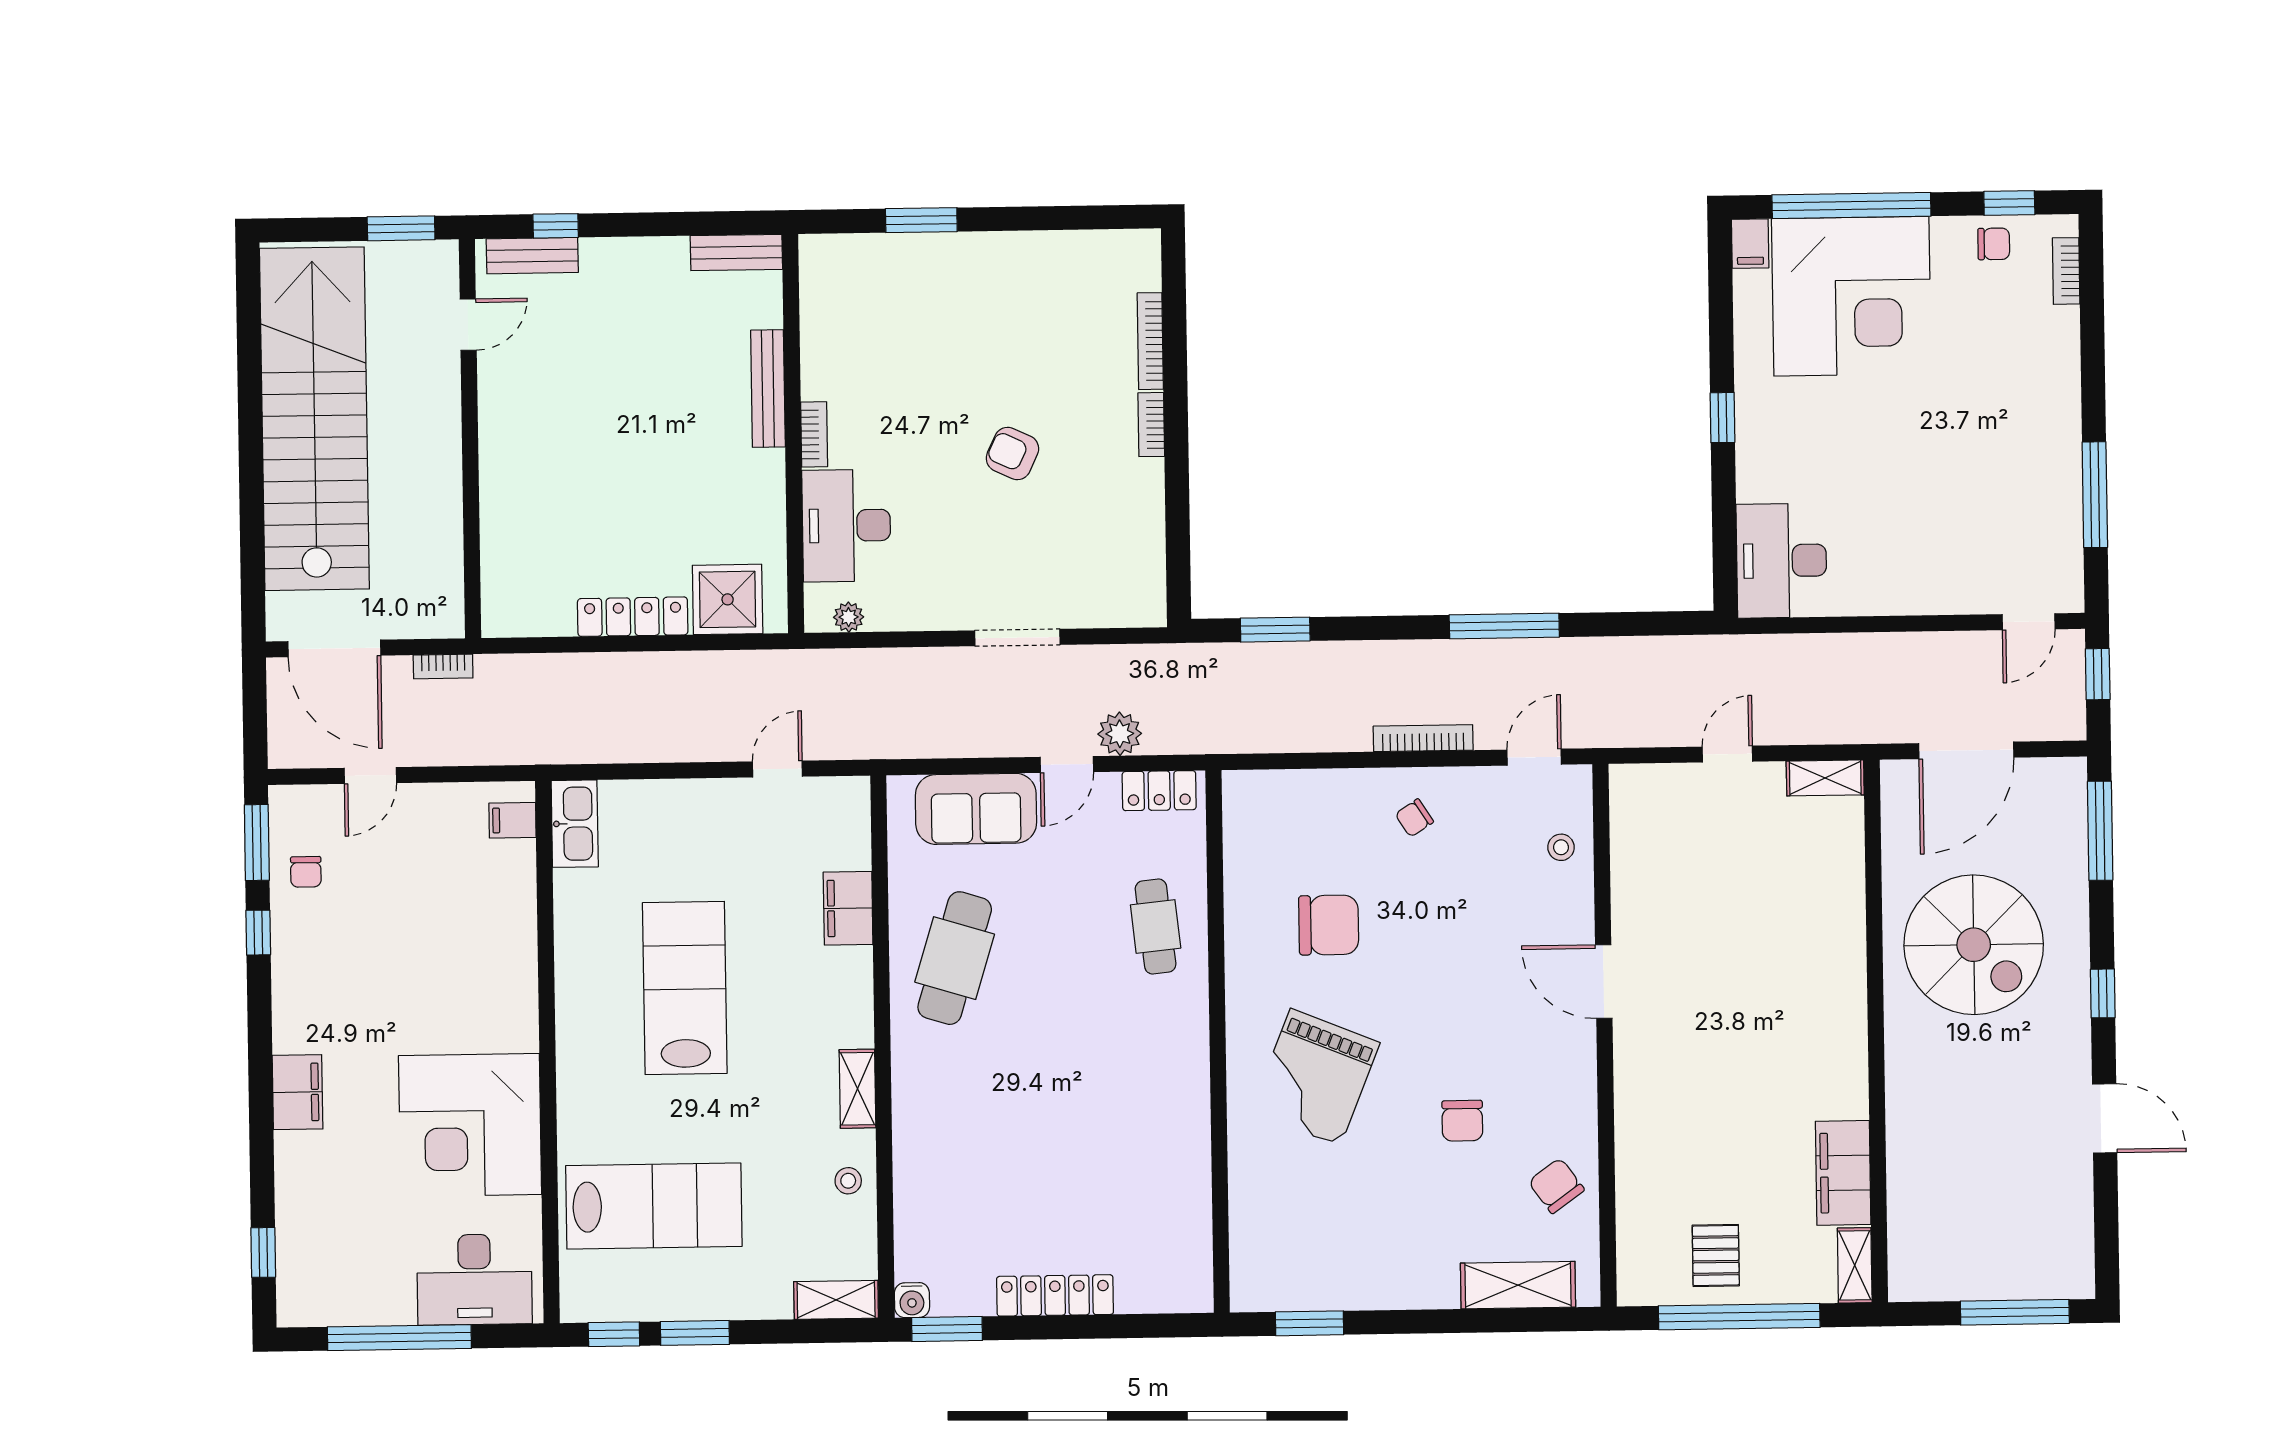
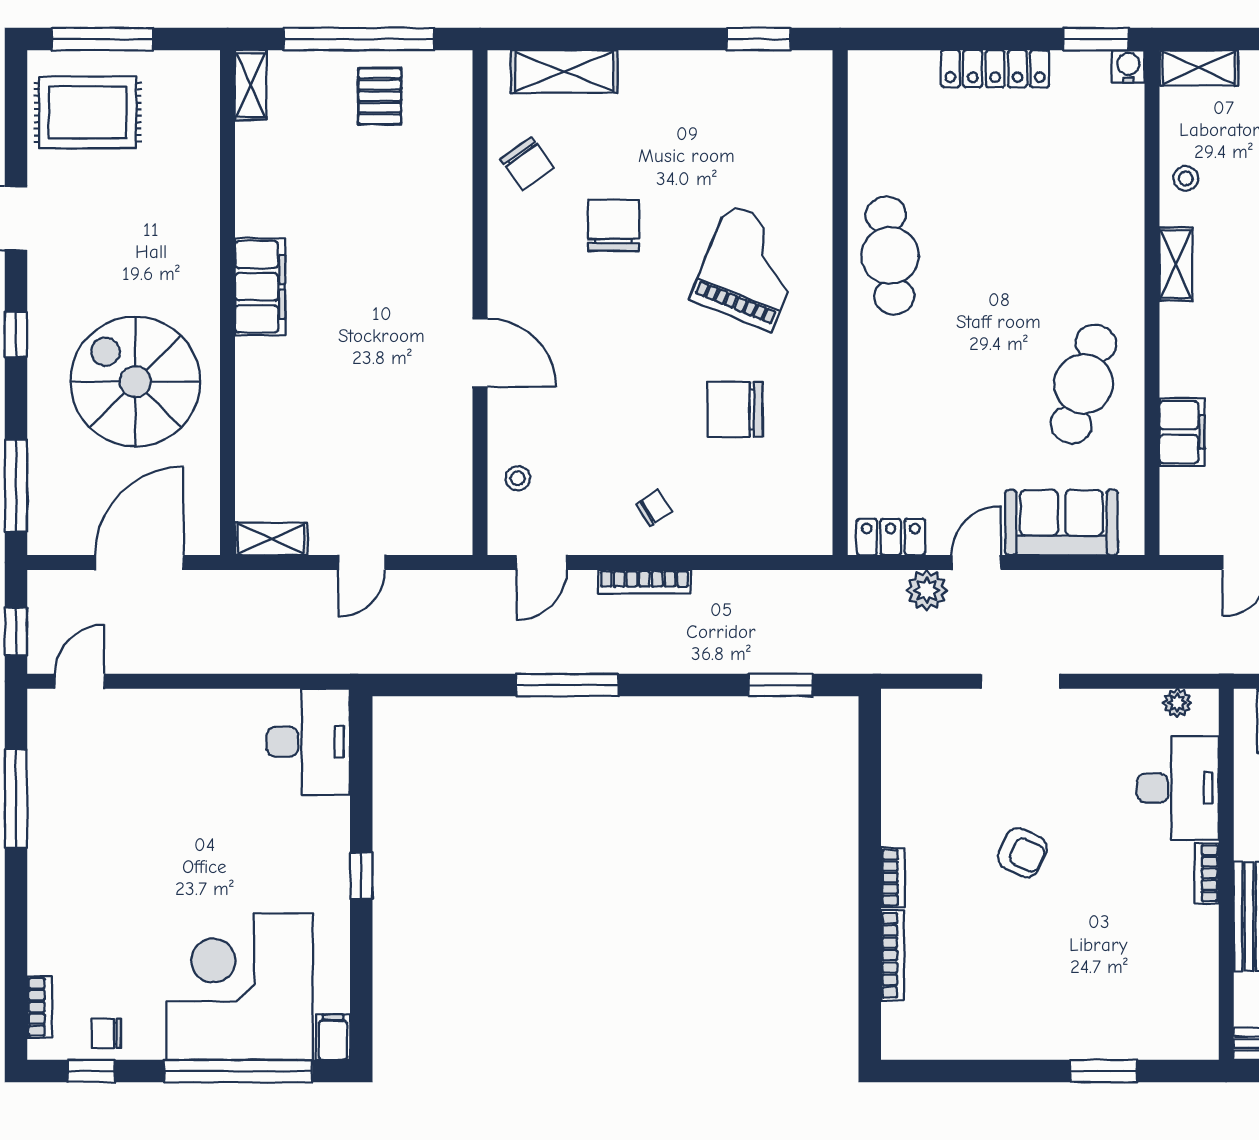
cafe table: (1156, 927) -> (890, 255), moved, width x1.37, depth x1.35
chair: (1462, 1121) -> (614, 225), width x1.37, depth x1.37
filing cabinet: (1843, 1173) -> (260, 287), moved
rug: (2029, 1233) -> (88, 112), added

